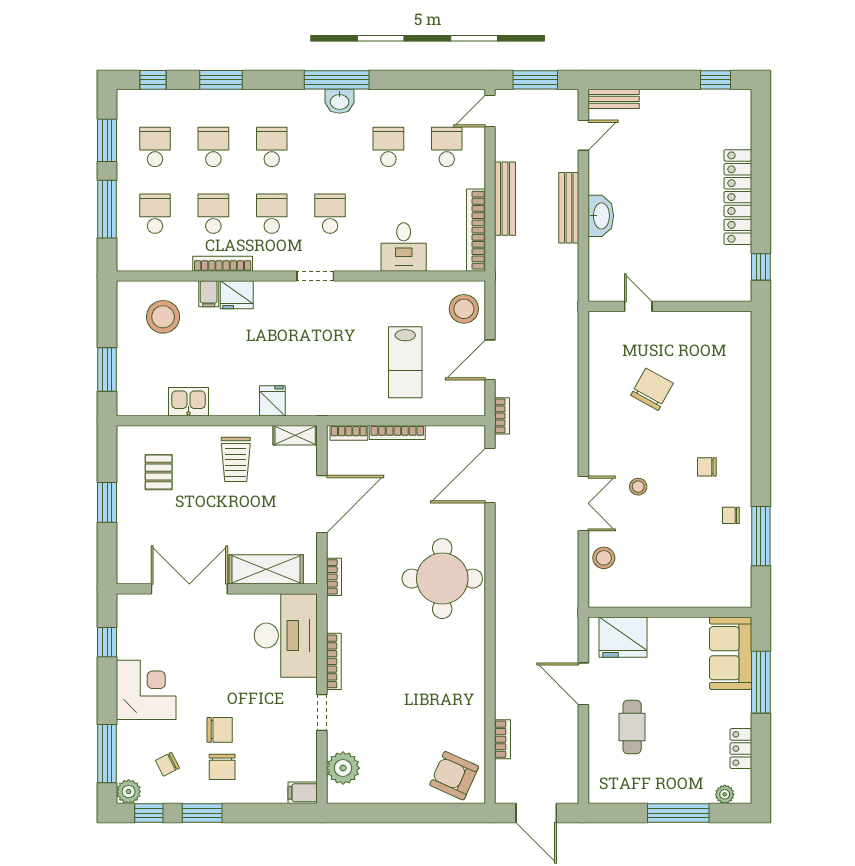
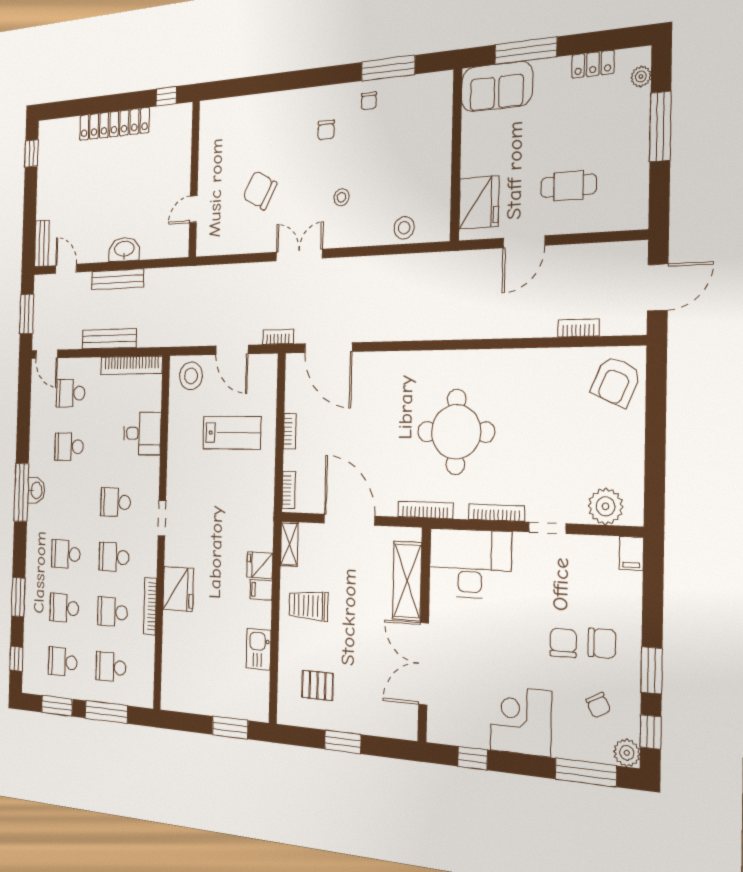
filing cabinet: (209, 294) -> (261, 590), moved, turned 180
fridge: (237, 295) -> (178, 589), width x1.36, depth x1.34
stool: (163, 317) -> (190, 668), removed
bookcase: (397, 433) -> (290, 431), width x0.64
trolley: (236, 459) -> (308, 606), turned 180
double door: (583, 503) -> (299, 255), moved
bookcase: (334, 577) -> (425, 510), width x1.56
round table: (442, 579) -> (456, 432), moved

